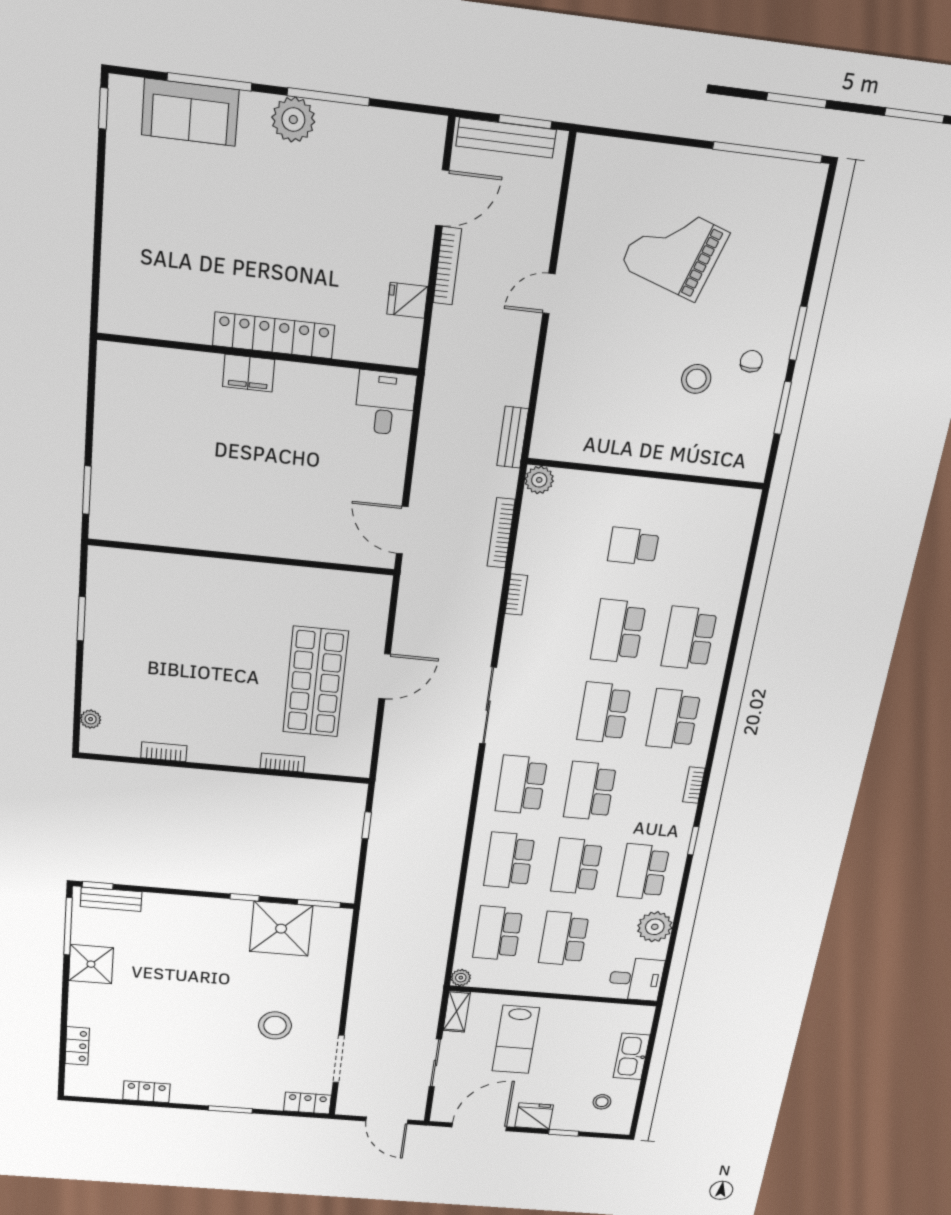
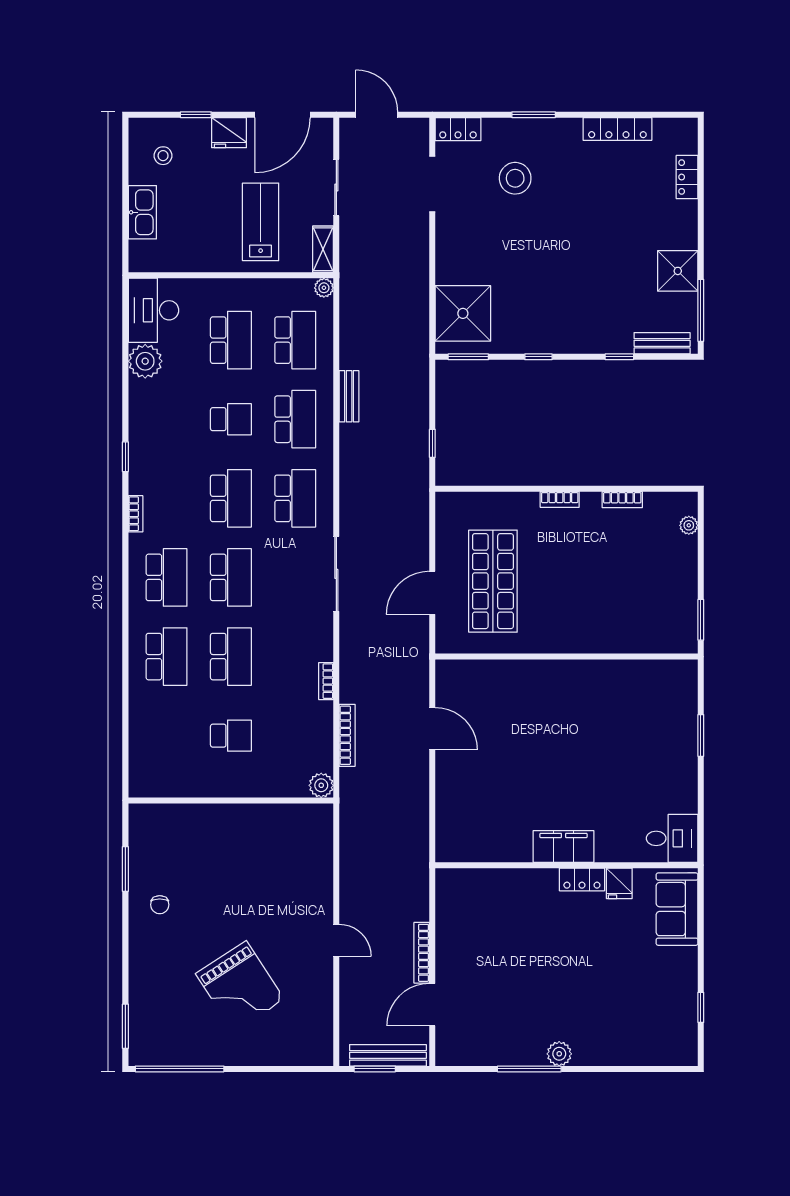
window: (209, 82) -> (621, 1069), removed
window: (103, 108) -> (701, 1007), moved
sofa: (190, 112) -> (677, 909), moved, turned -90
plant: (293, 120) -> (559, 1054), width x0.73, depth x0.73
grand piano: (675, 250) -> (240, 987), turned 39
door: (549, 294) -> (336, 940), hinge flipped
fridge: (407, 300) -> (619, 883), moved, turned 90
window: (798, 333) -> (125, 1026), moved
locker: (274, 335) -> (582, 879), width x0.46, depth x0.83
filing cabinet: (249, 373) -> (563, 847), width x1.50, depth x1.17
stool: (696, 379) -> (203, 885), removed
desk: (385, 403) -> (672, 838), moved, turned -90
bench: (513, 437) -> (349, 396), moved
wall: (242, 557) -> (567, 657), moved
bookcase: (282, 763) -> (560, 499), moved
school desk: (577, 866) -> (231, 419), width x0.54
school desk: (643, 872) -> (167, 419), removed
window: (98, 885) -> (619, 357), moved
shower: (281, 929) -> (463, 313), moved
desk: (636, 979) -> (153, 310), width x1.37
stool: (275, 1026) -> (515, 178), moved
locker: (146, 1092) -> (617, 129), width x1.53

